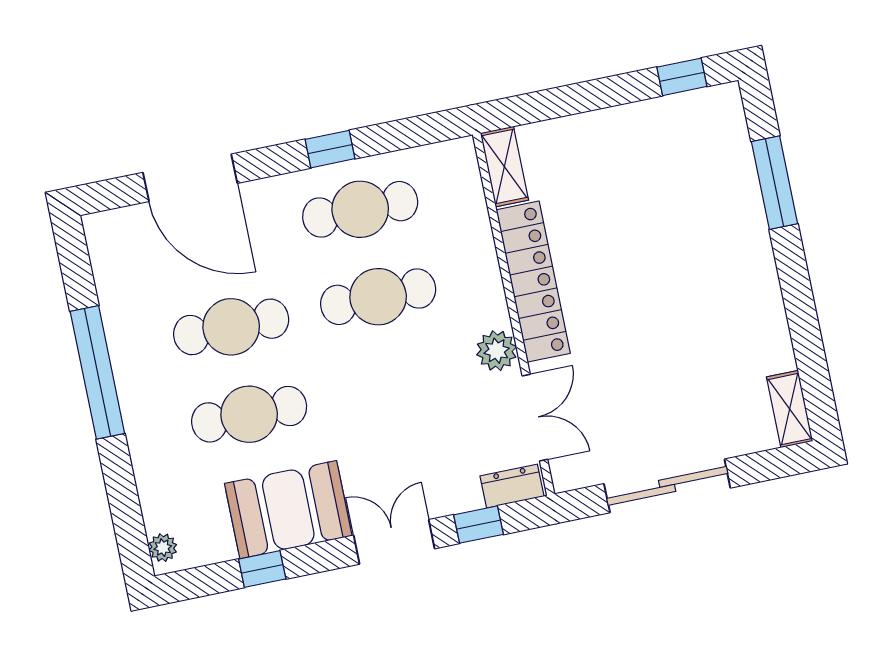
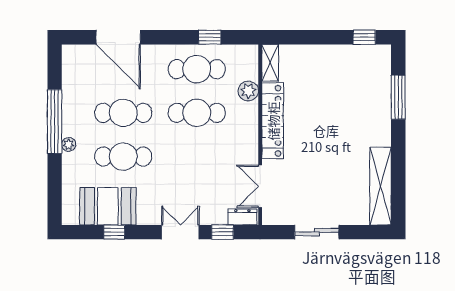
window: (330, 149) -> (210, 37), moved
plant: (497, 351) -> (248, 91), moved
shelving: (790, 409) -> (381, 186), width x2.20, depth x1.33
double door: (535, 418) -> (260, 186), swing flipped
sliding door: (667, 486) -> (317, 232), width x0.73
booth: (288, 510) -> (108, 206), moved
plant: (163, 548) -> (69, 144), moved

